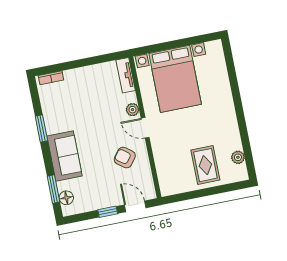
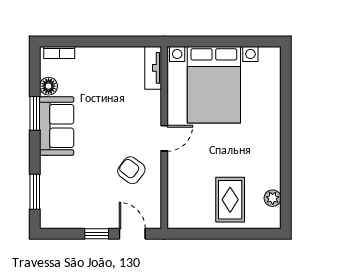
plant: (133, 110) -> (153, 112), removed
door: (145, 128) -> (164, 138), swing flipped
sofa: (65, 156) -> (57, 126), moved
floor lamp: (66, 198) -> (49, 86), moved

